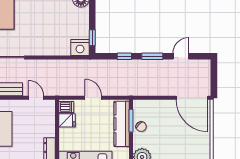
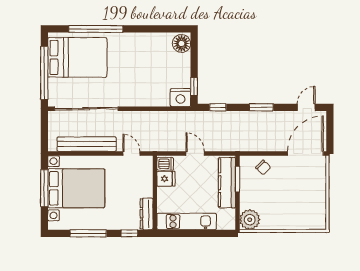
window: (124, 56) -> (218, 107), moved
door: (181, 56) -> (306, 107), moved
door: (192, 98) -> (305, 154), swing flipped
chair: (141, 127) -> (263, 168), moved

